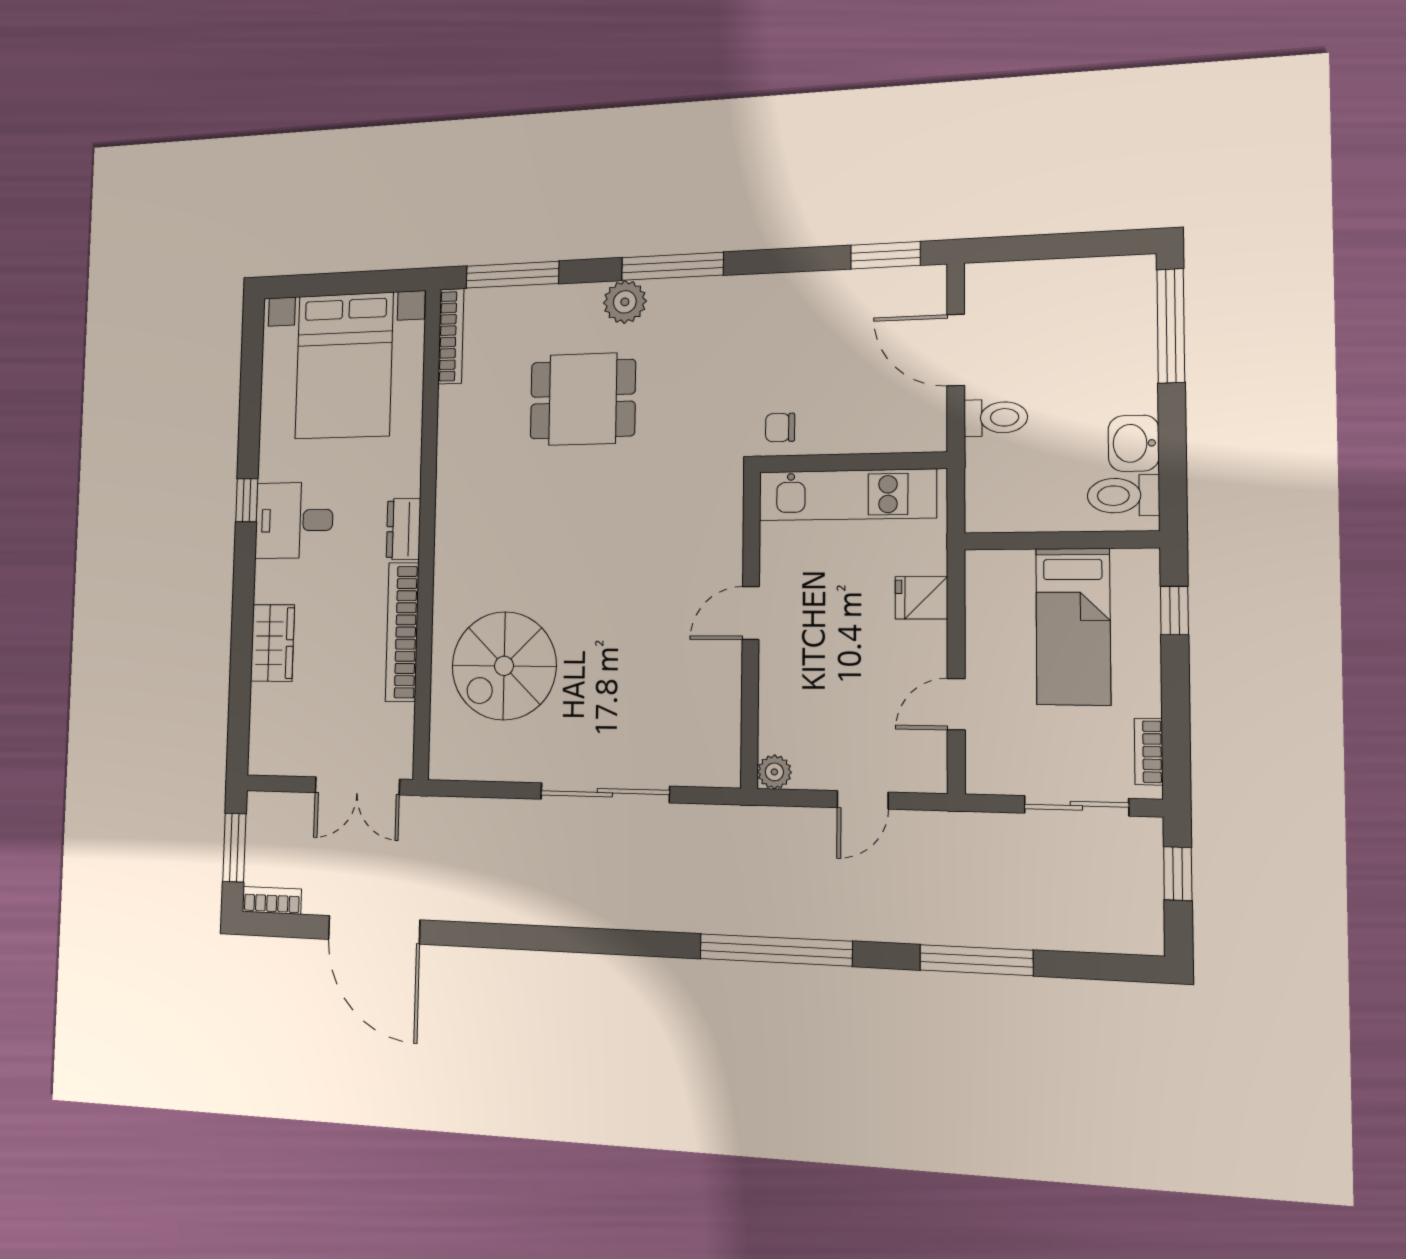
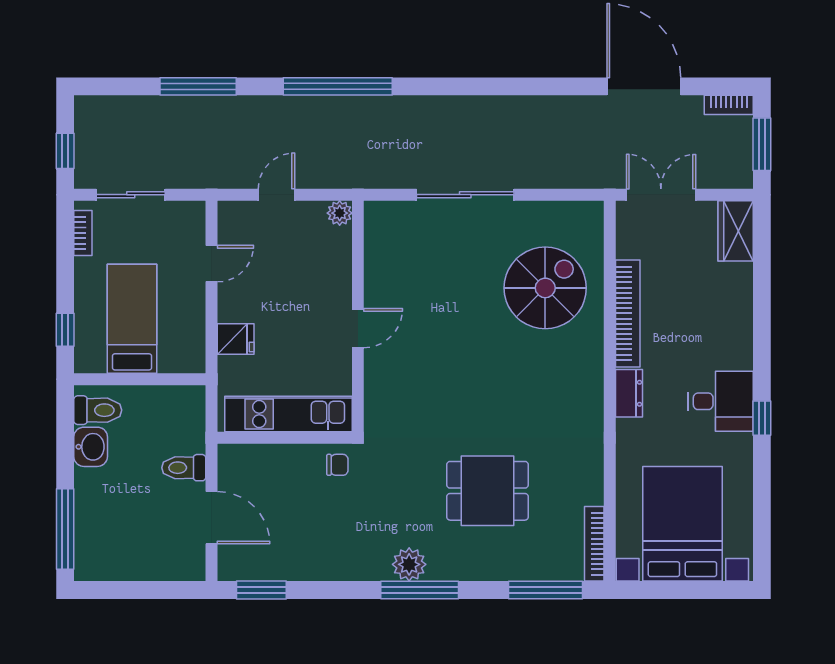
plant: (625, 302) -> (409, 564), moved
wardrobe: (272, 643) -> (736, 231), moved

